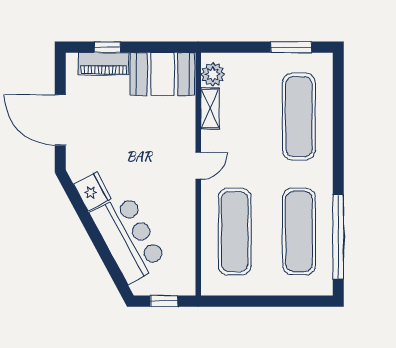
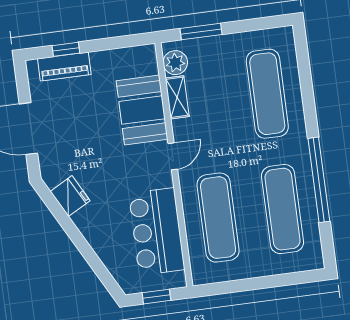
window: (291, 47) -> (201, 31), moved
booth: (163, 74) -> (142, 110), moved, turned 90
window: (338, 237) -> (319, 180), moved
bar counter: (129, 238) -> (157, 231), moved, turned -152

